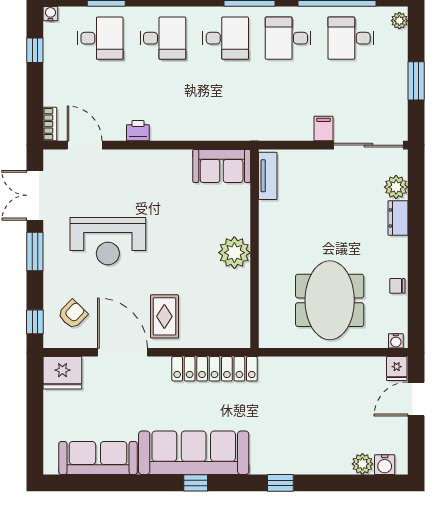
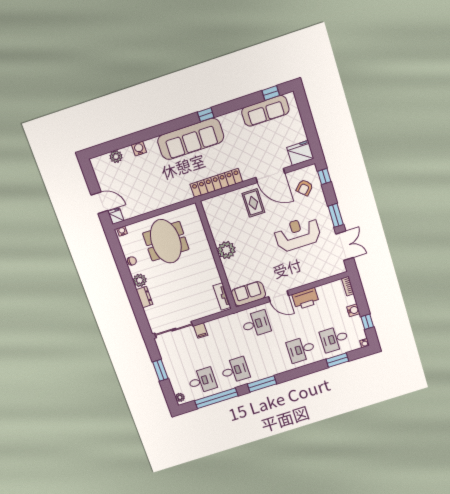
desk: (226, 38) -> (256, 324), moved, turned 180
water cooler: (53, 79) -> (353, 310), added
printer: (138, 131) -> (305, 299), width x1.87, depth x1.48
door: (85, 145) -> (279, 296), moved
plant: (396, 187) -> (140, 280), moved
door: (416, 399) -> (99, 203), hinge flipped
sofa: (194, 453) -> (191, 139), moved
water cooler: (385, 465) -> (139, 149), moved
window: (280, 483) -> (271, 93), moved

